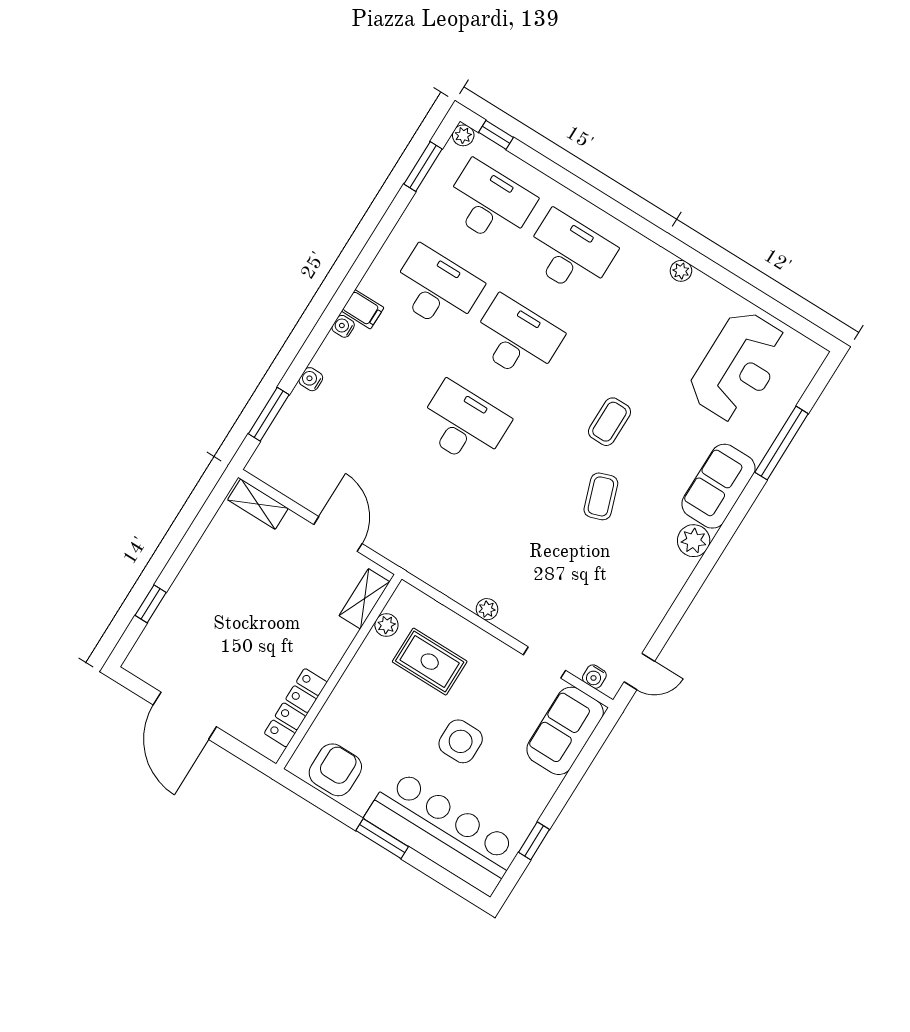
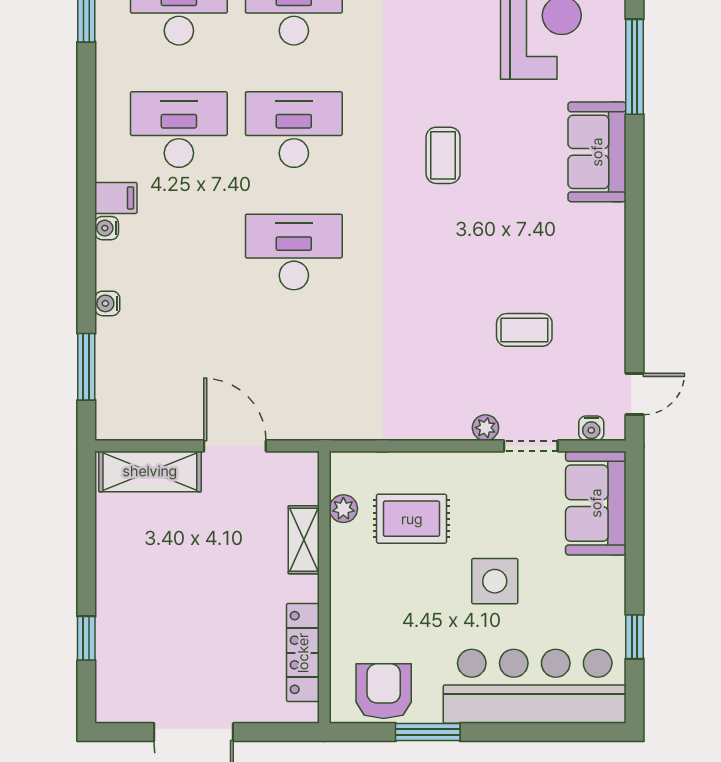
coffee table: (601, 496) -> (524, 330), moved, turned -71
shelving: (258, 504) -> (150, 471), width x1.50, depth x1.33
plant: (694, 541) -> (606, 224), removed
shelving: (364, 599) -> (304, 540), moved
plant: (487, 609) -> (485, 428), moved
window: (382, 839) -> (428, 732), moved

